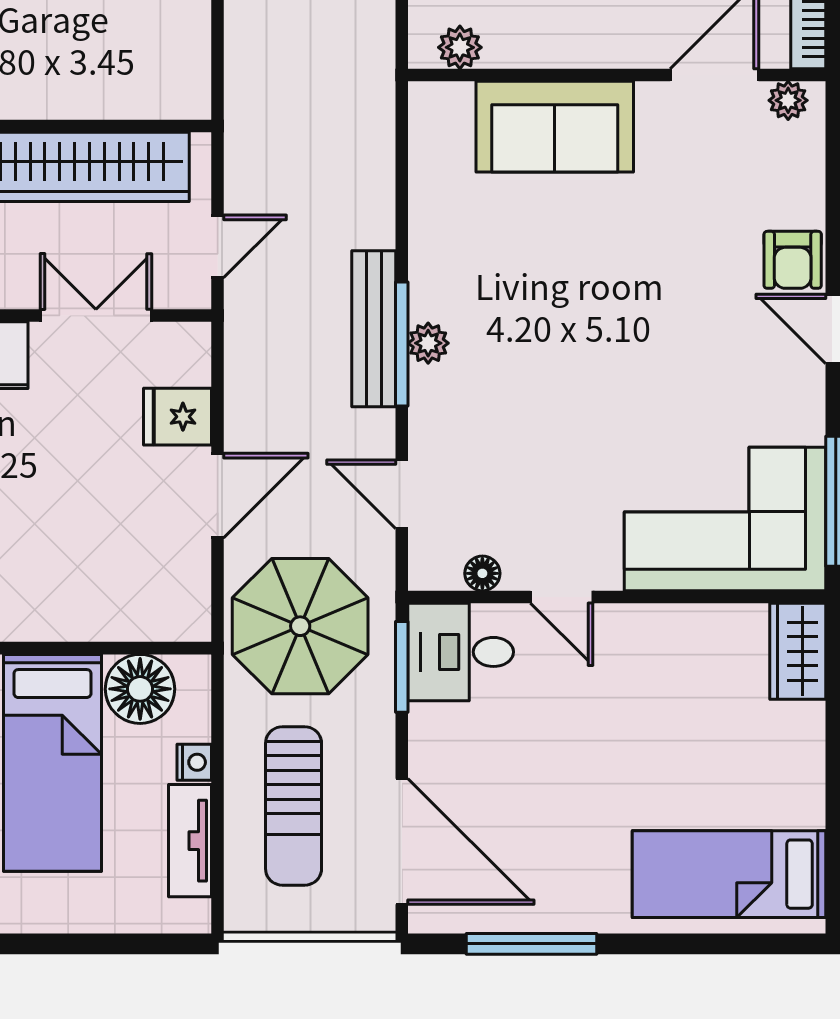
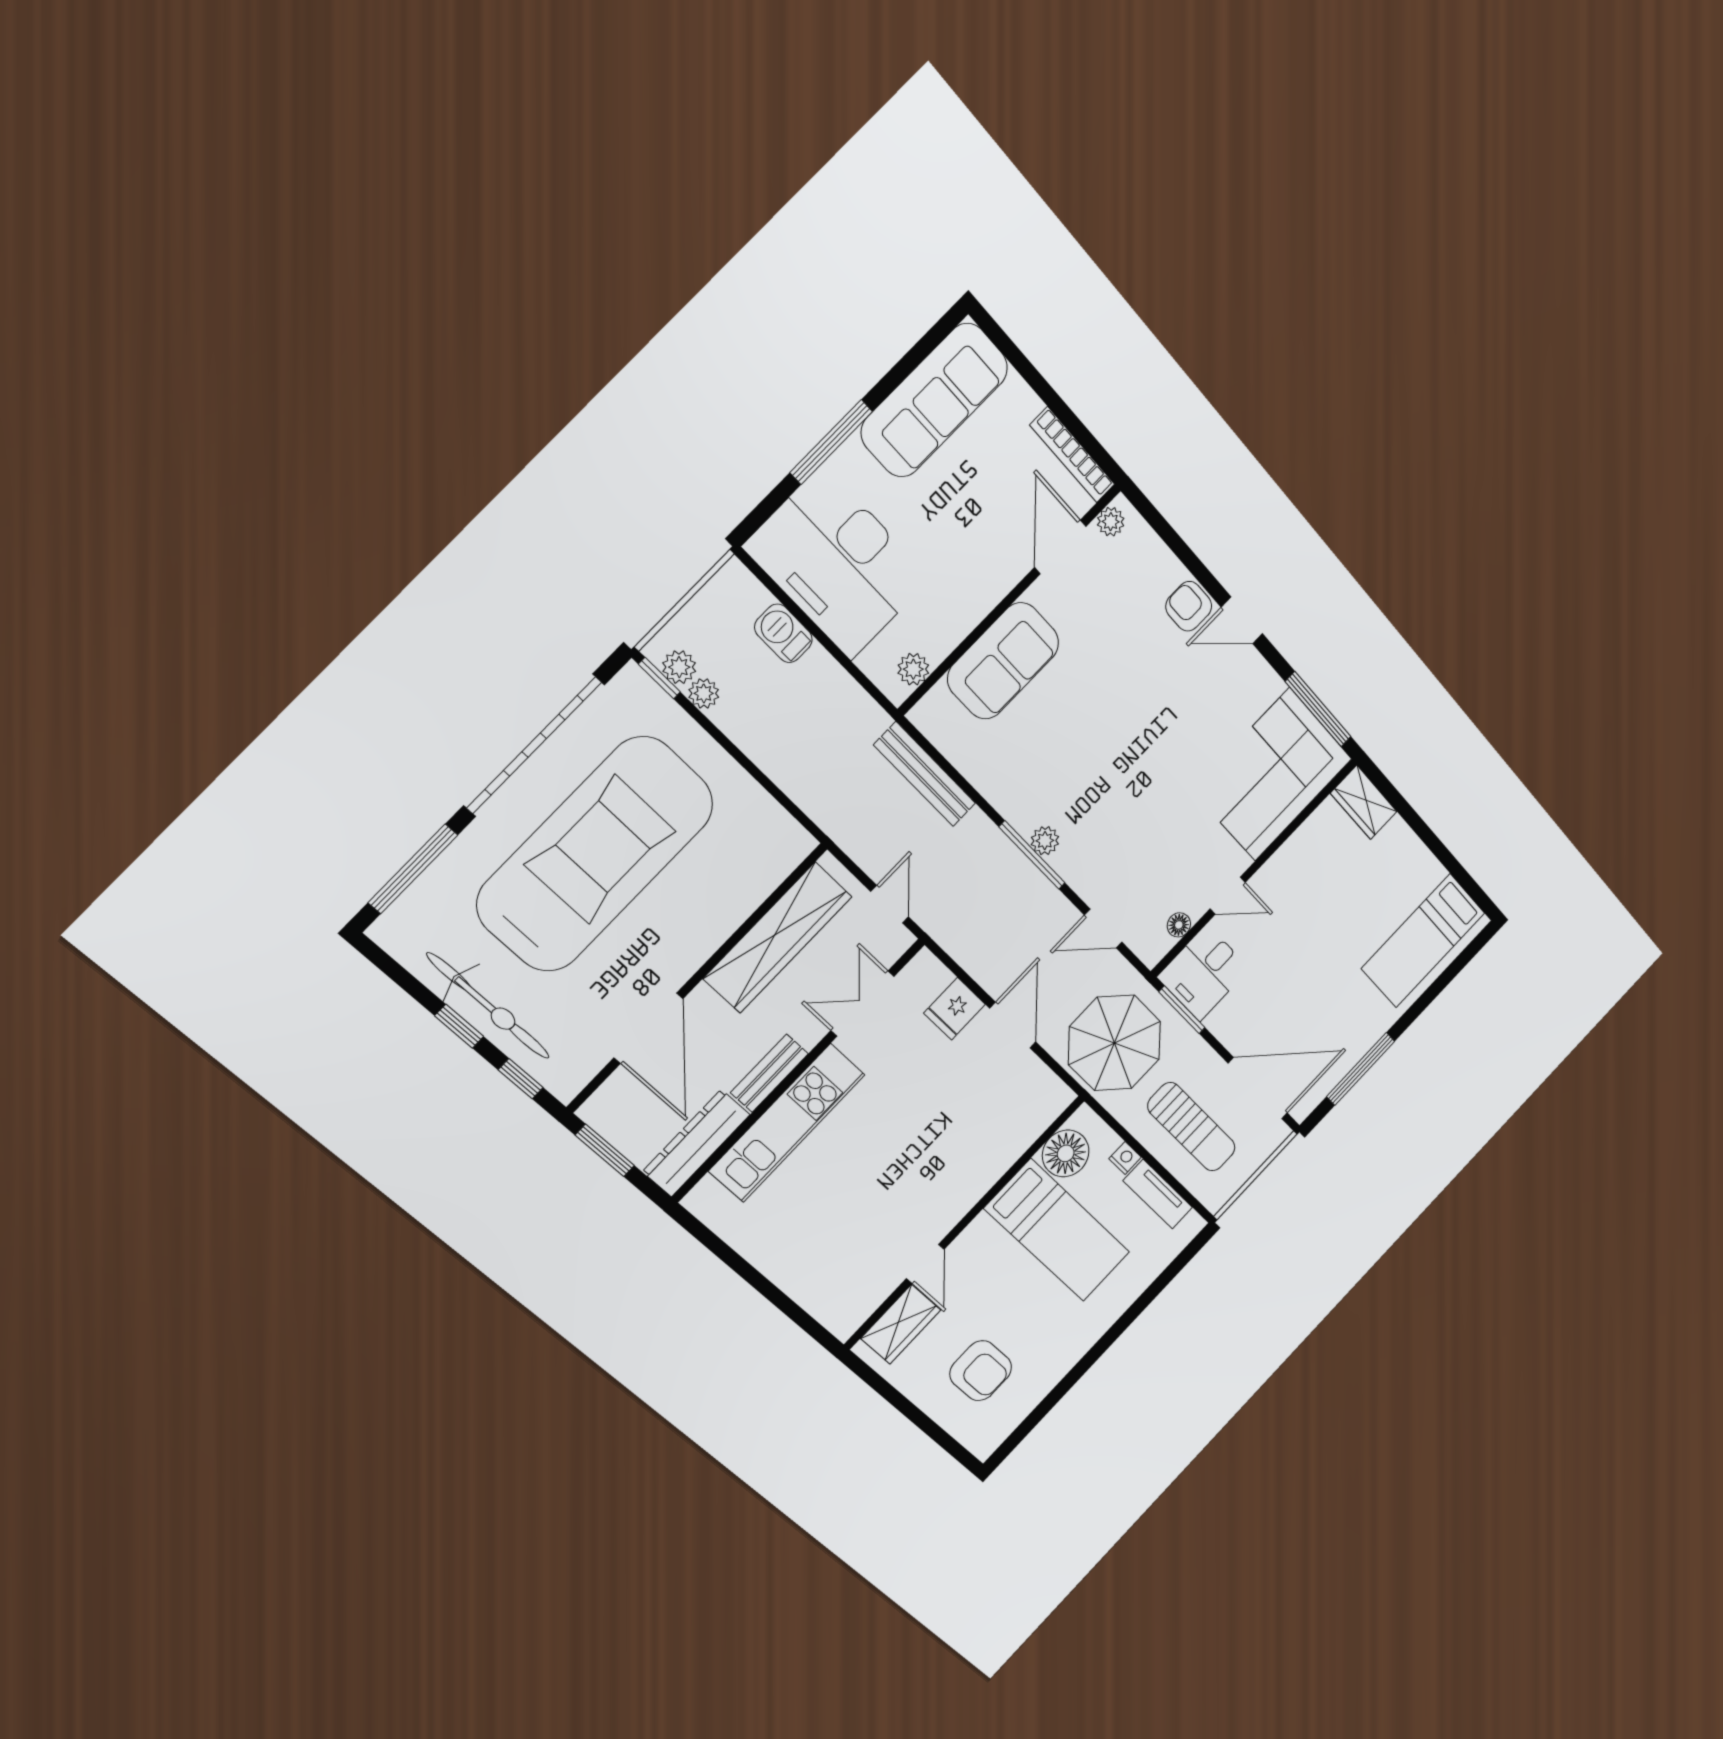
armchair: (793, 260) -> (1189, 606), turned 180
bench: (374, 329) -> (925, 774), moved

